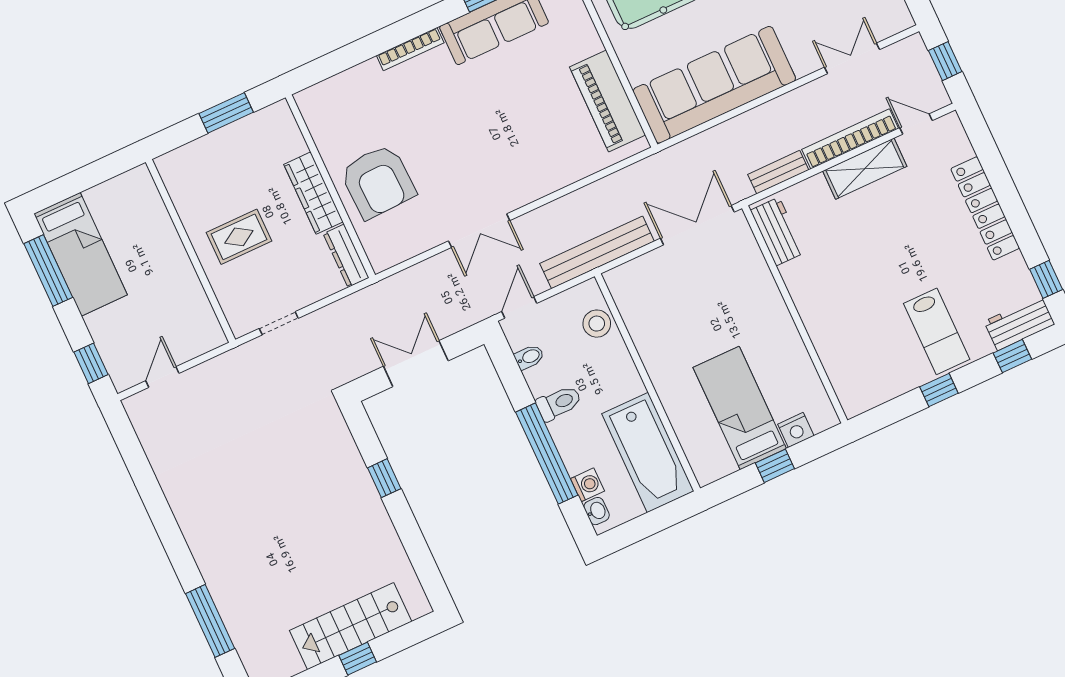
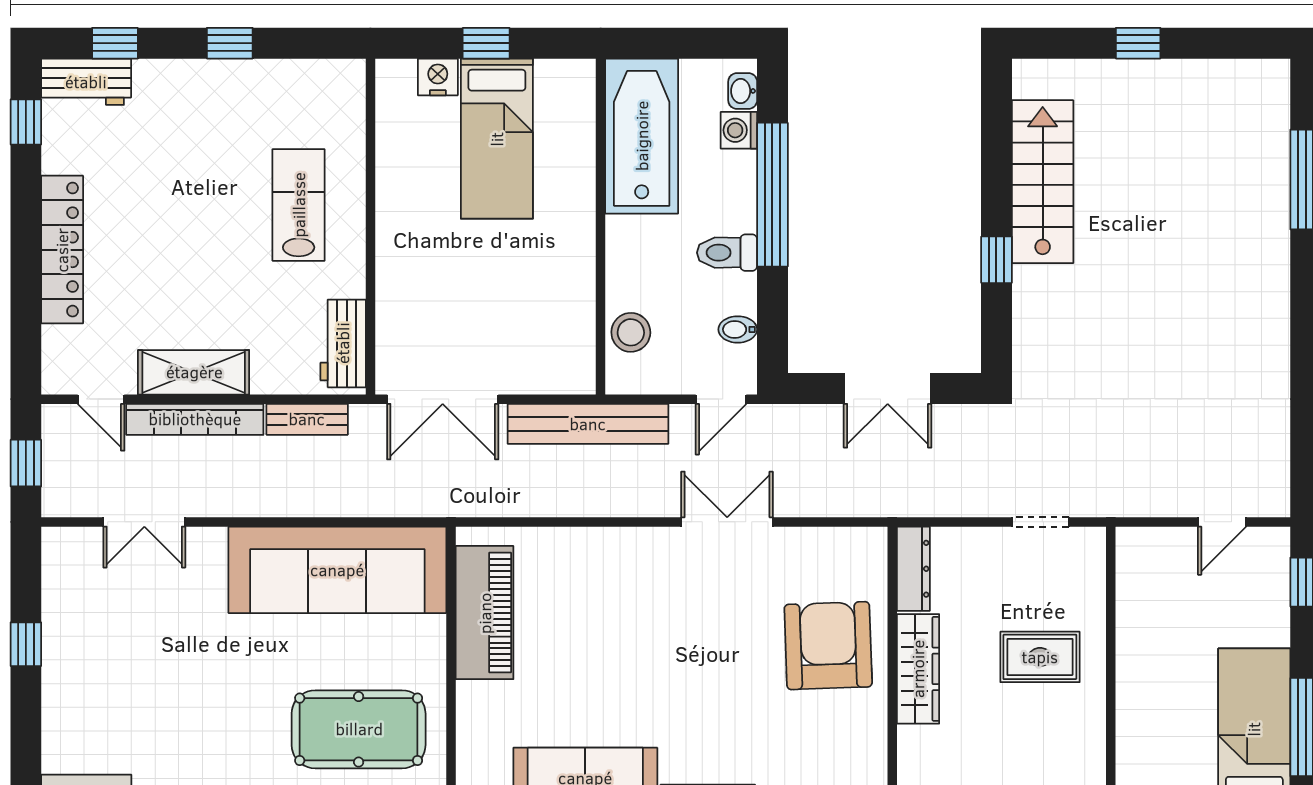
lab bench: (937, 331) -> (299, 205), moved
stairs: (351, 626) -> (1043, 182), moved, turned -90

